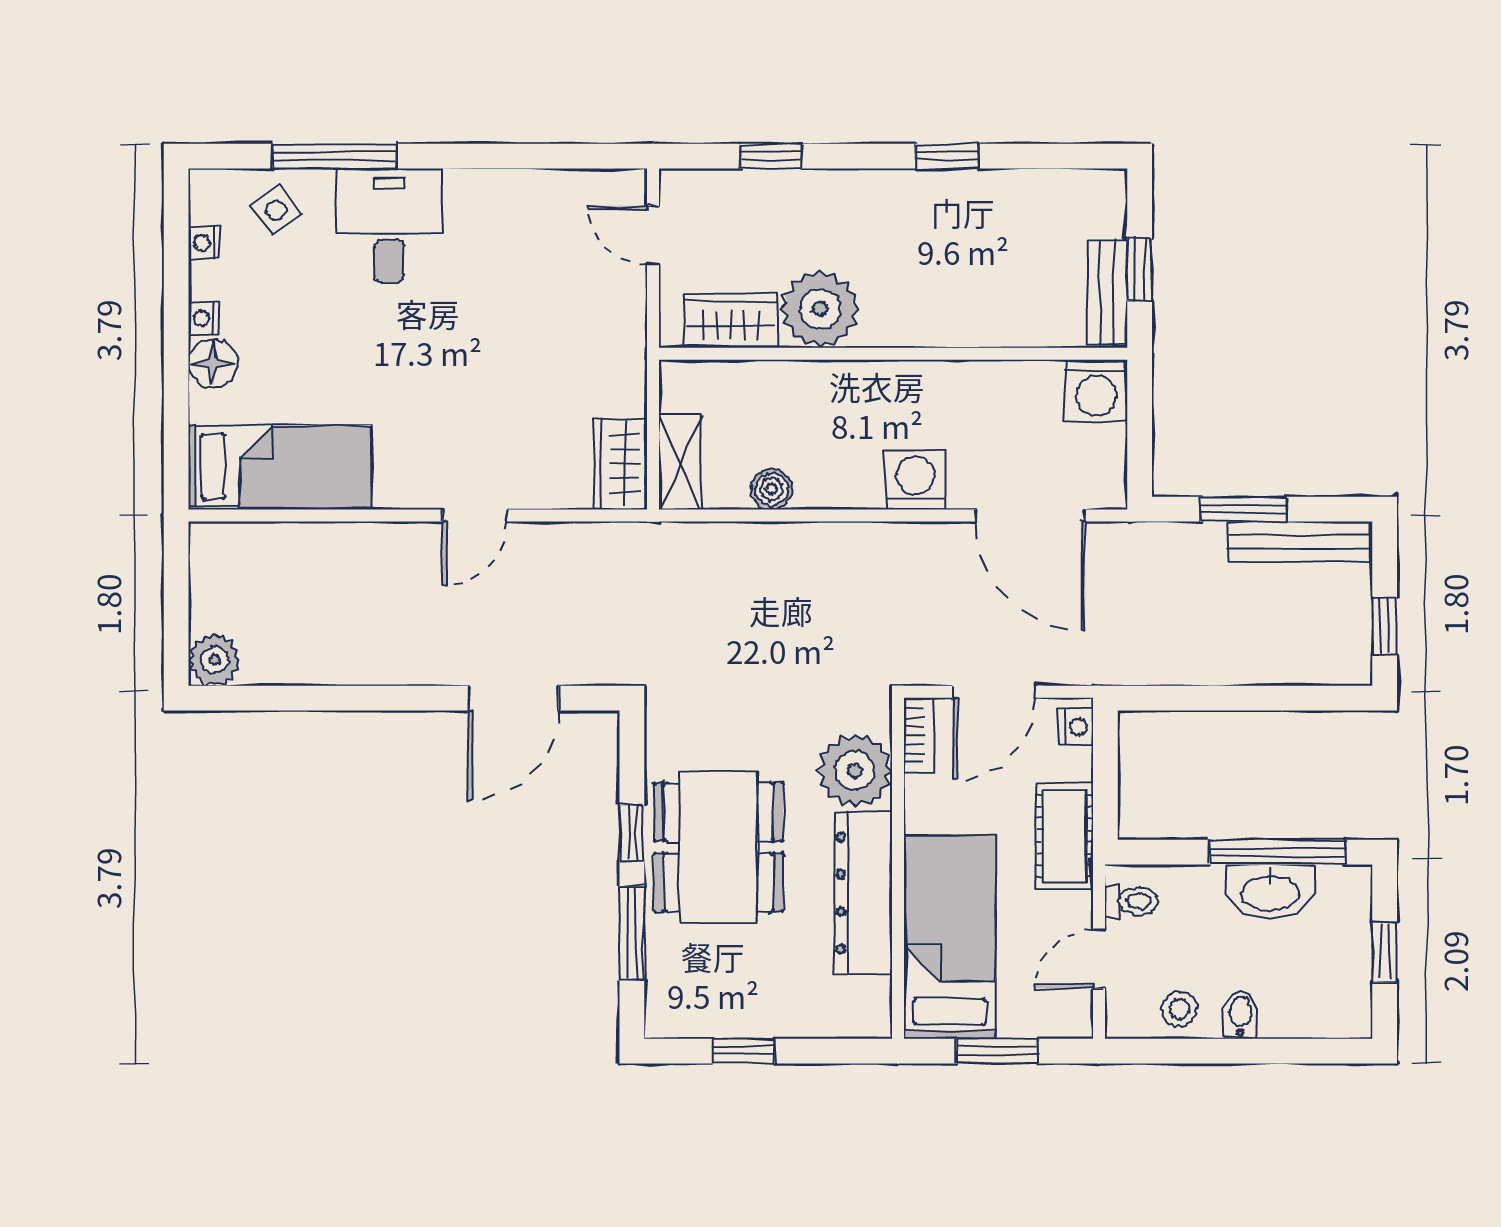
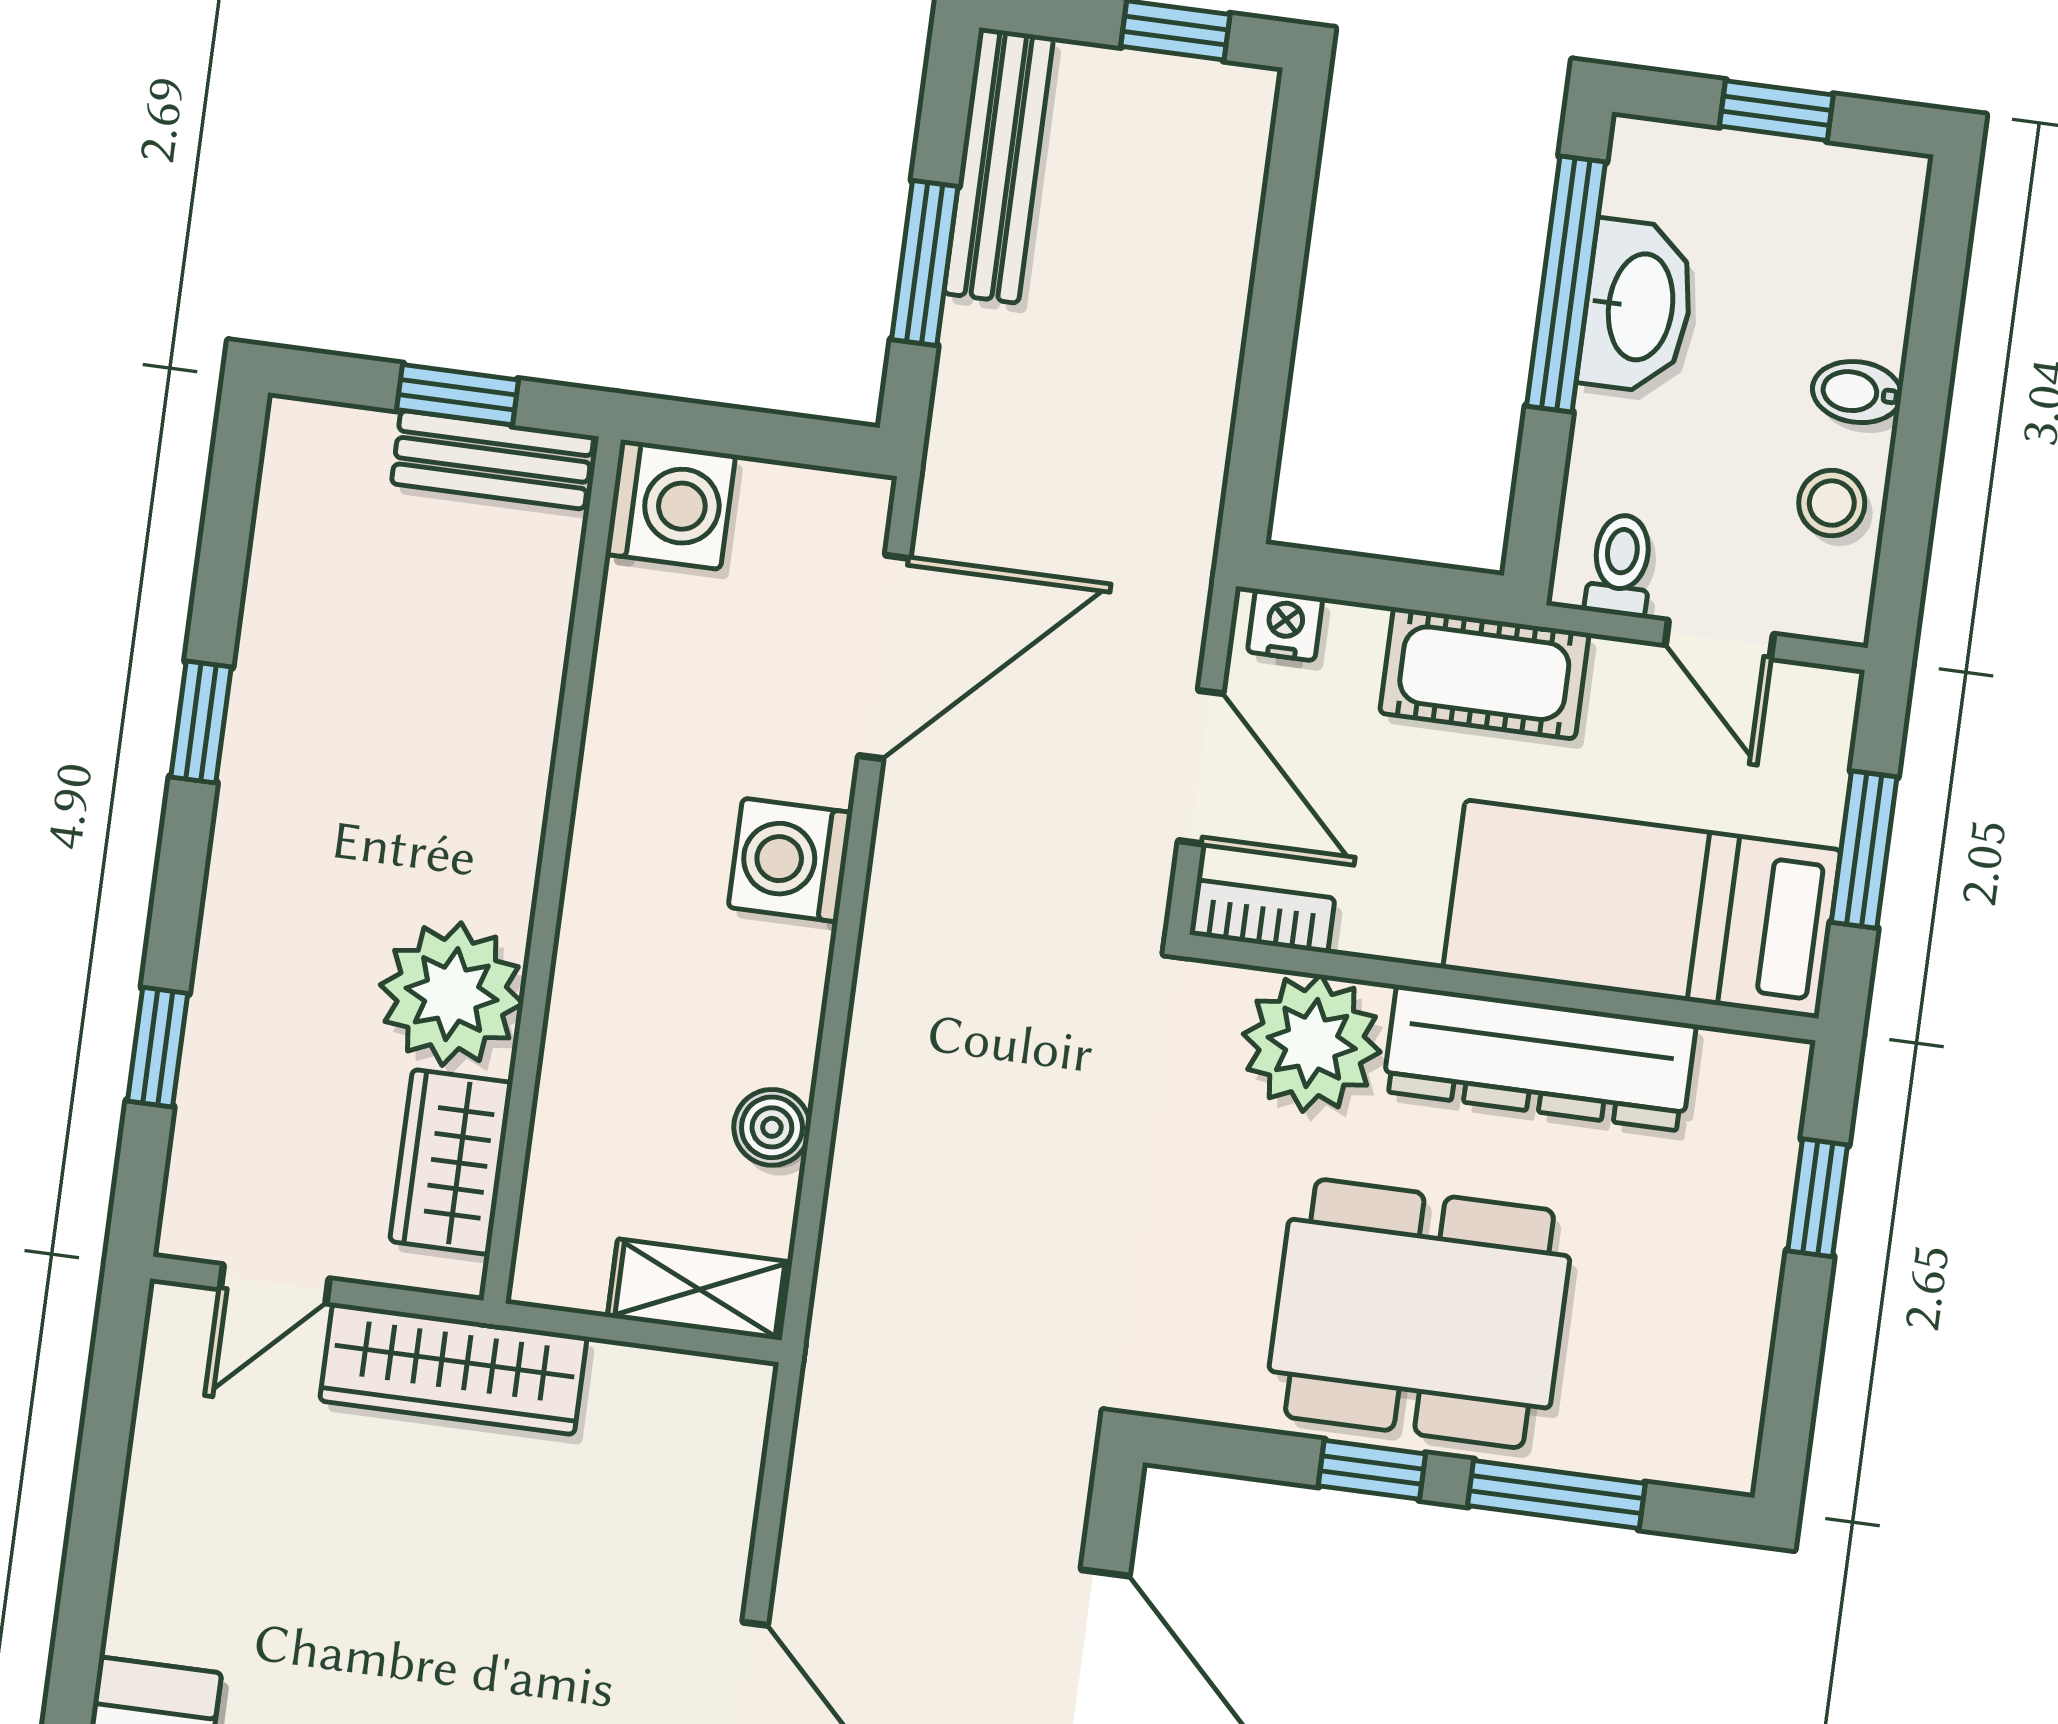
wardrobe: (620, 464) -> (453, 1369), moved, width x1.50
window: (743, 1051) -> (1818, 1198), moved

